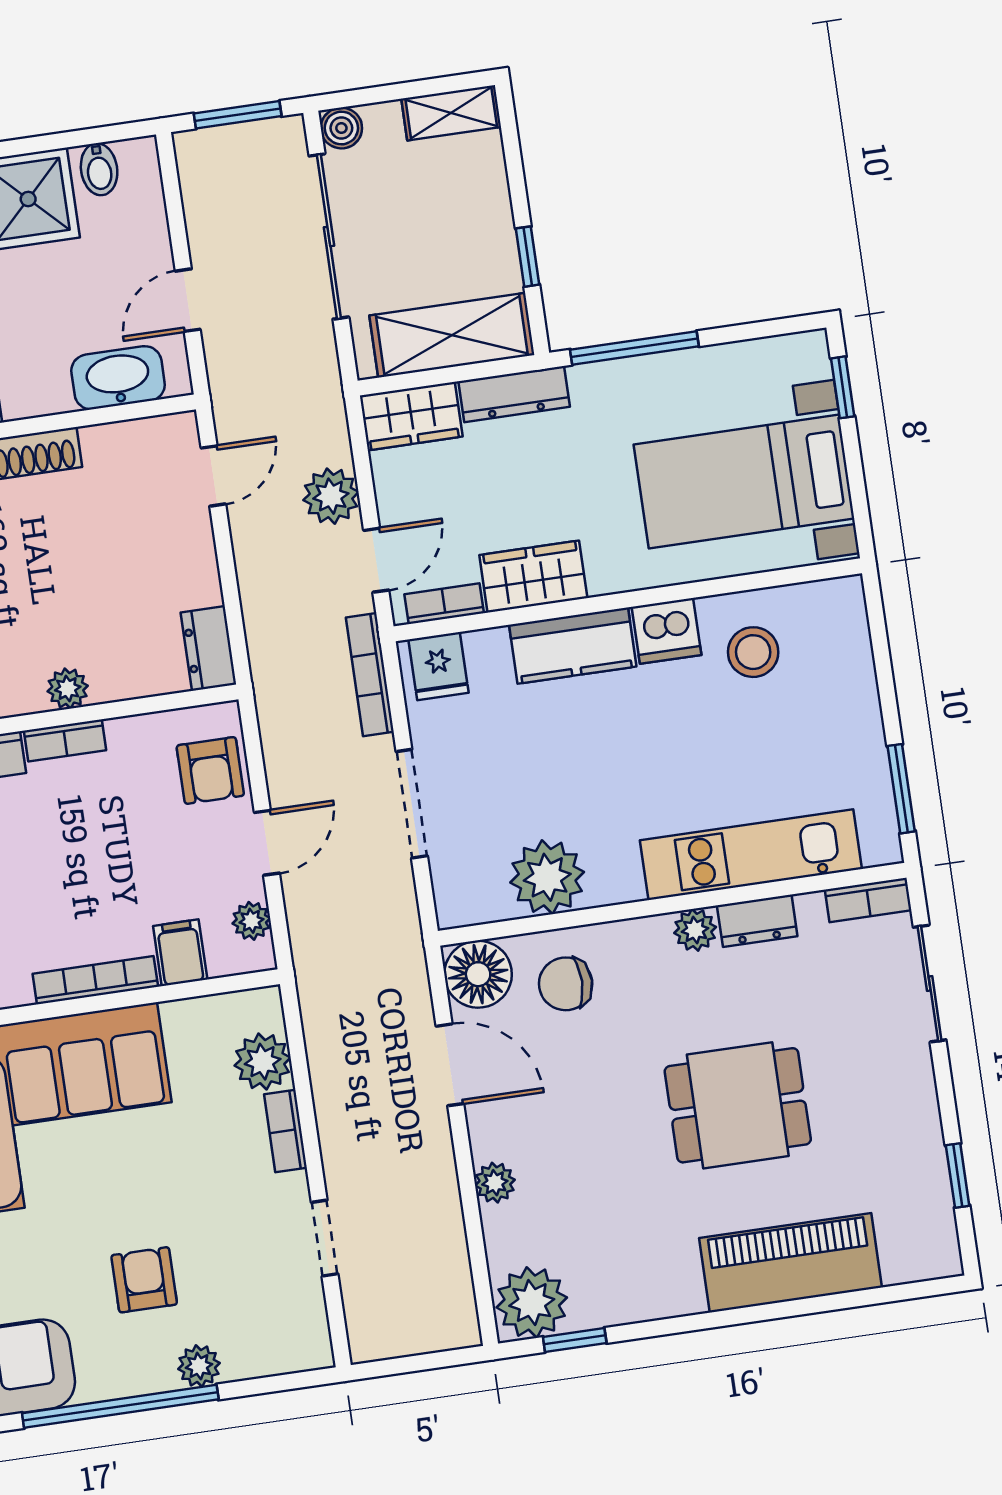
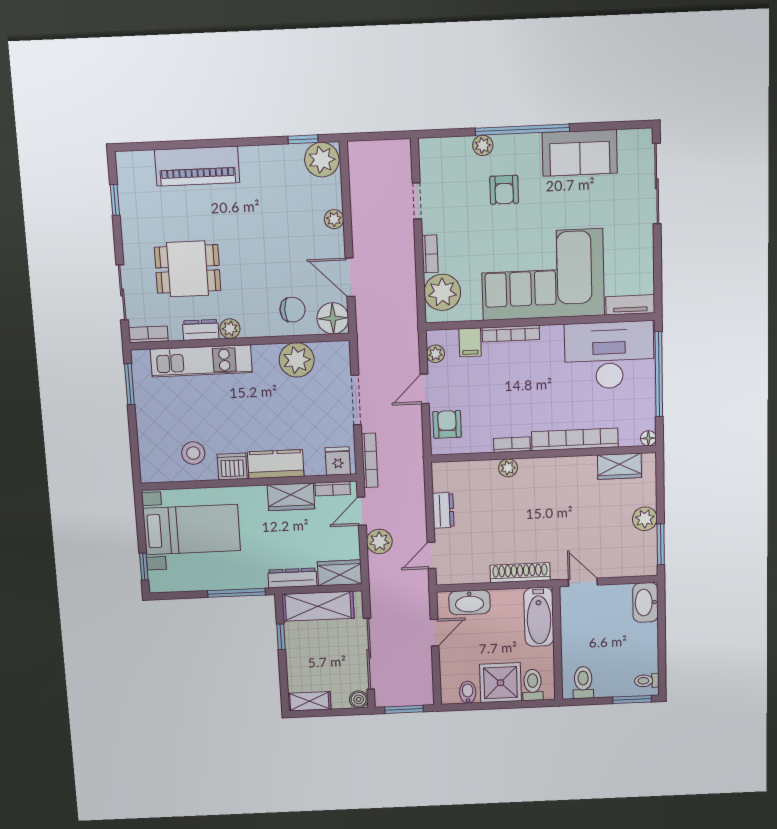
dresser: (208, 648) -> (443, 510), moved
plant: (263, 1062) -> (442, 292), width x1.36, depth x1.36
dining table: (738, 1105) -> (188, 269), moved

